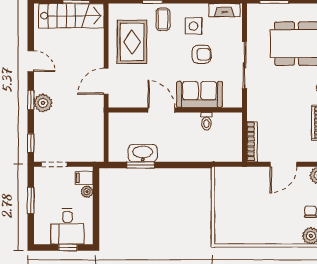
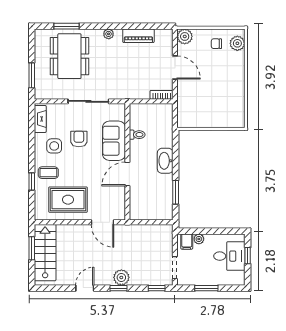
bookcase: (252, 142) -> (162, 95), width x0.64
washbasin: (143, 153) -> (165, 161), moved

